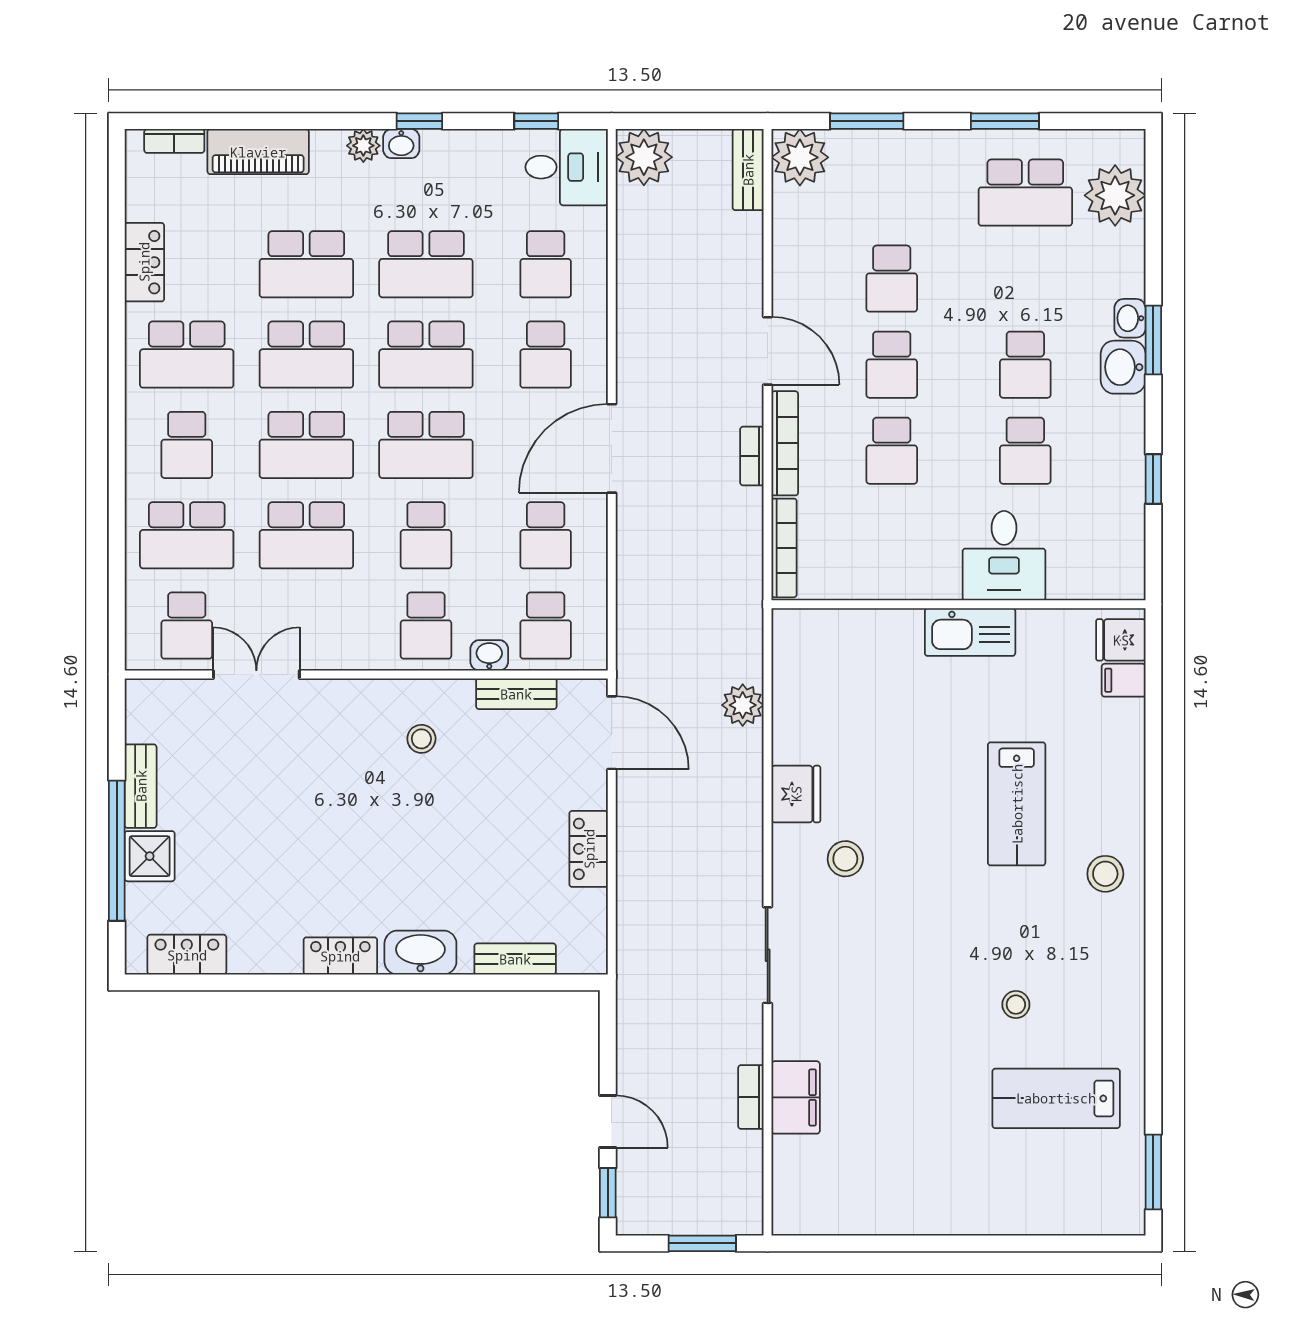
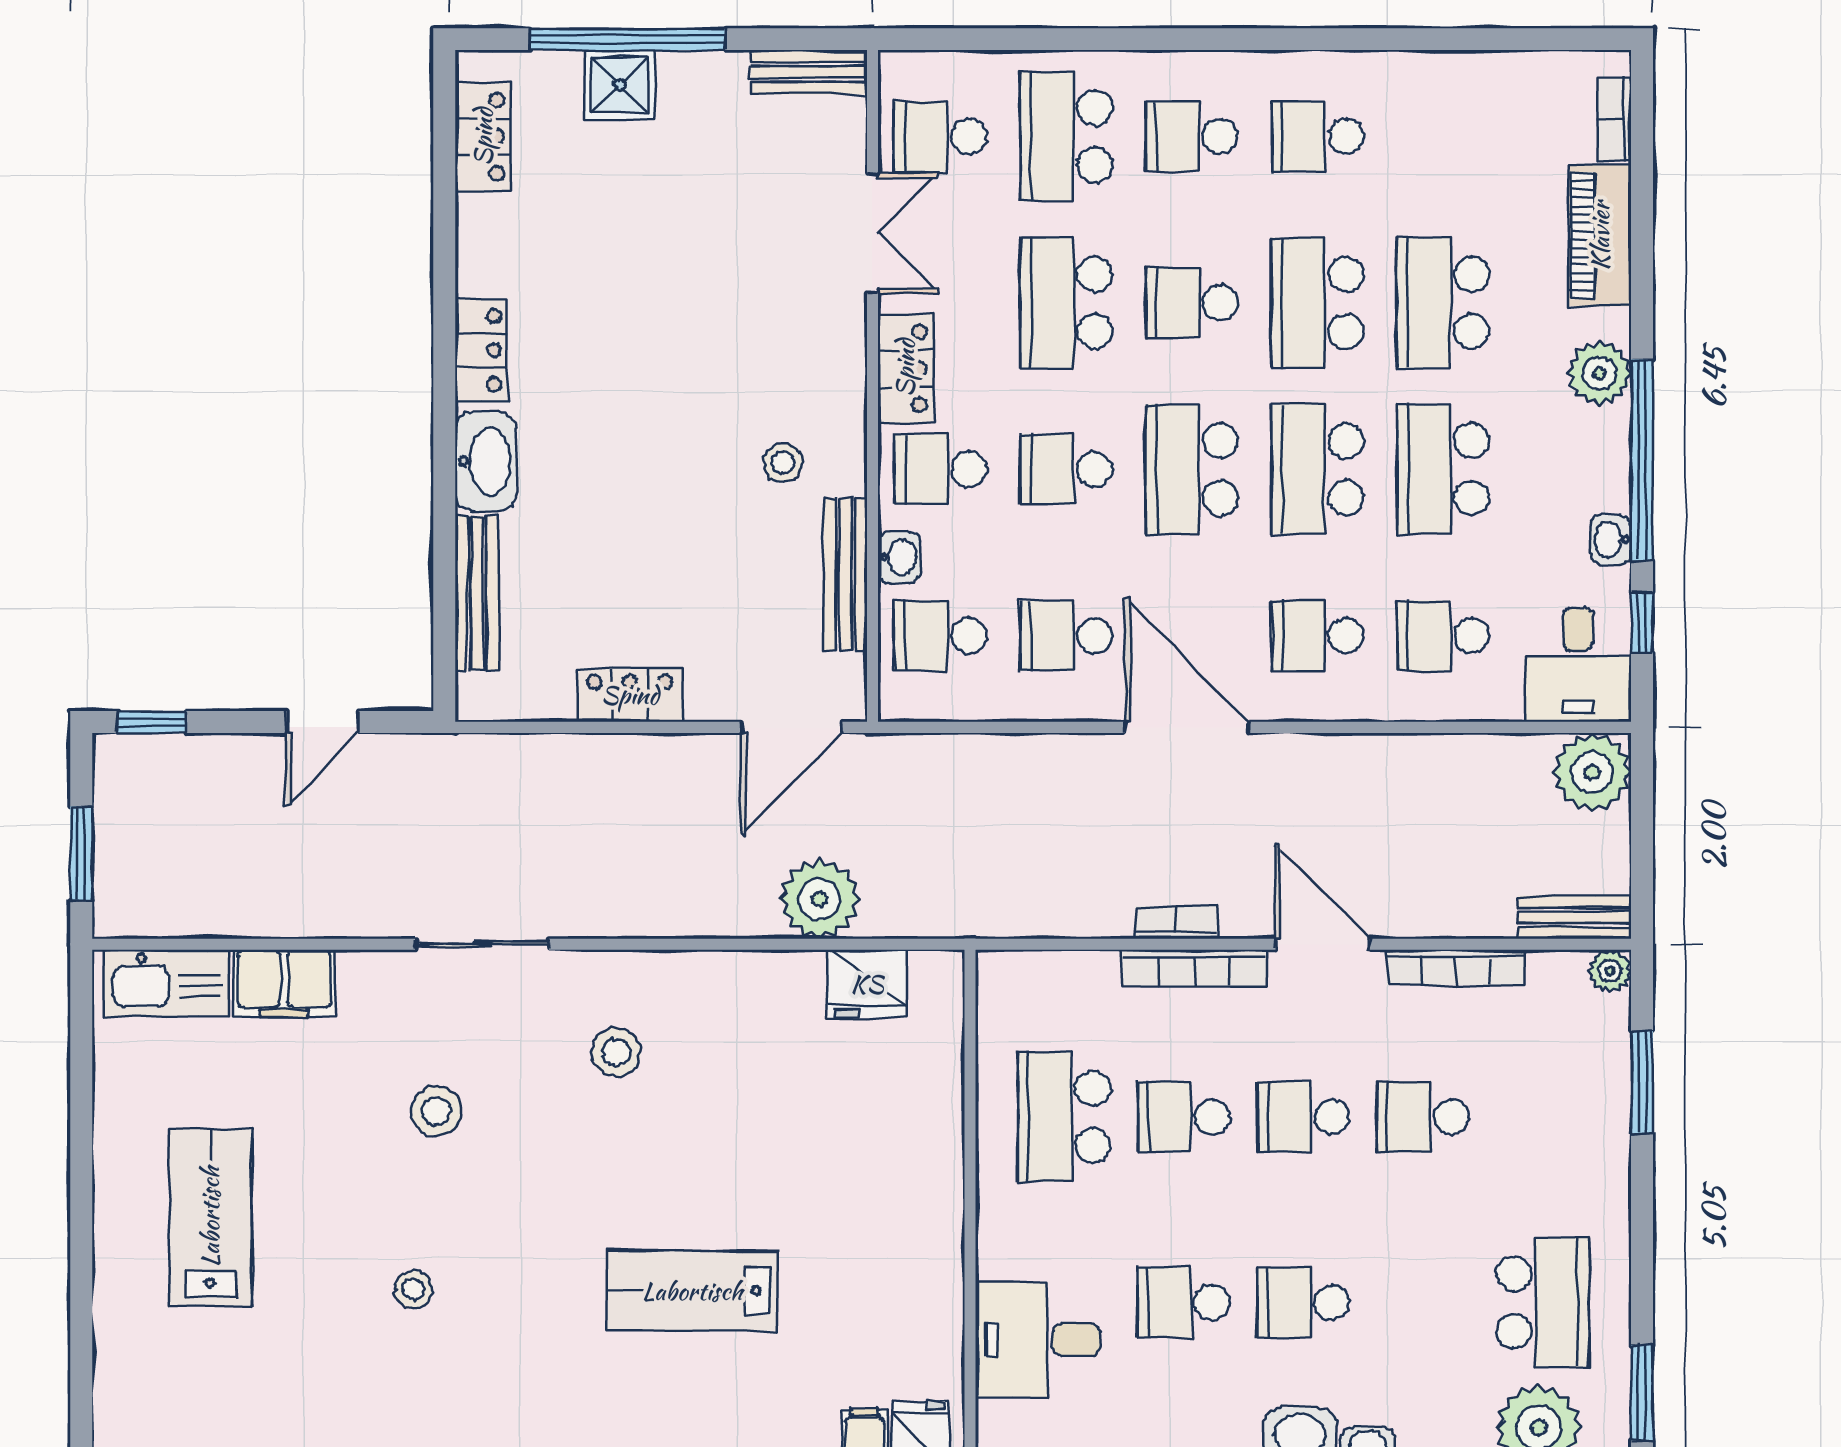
window: (419, 121) -> (1642, 460), width x3.17
window: (1005, 121) -> (1642, 1393), moved
washbasin: (401, 144) -> (1611, 540), moved
plant: (363, 146) -> (1599, 373), width x1.38, depth x1.38
plant: (800, 157) -> (1610, 971), width x0.53, depth x0.53
school desk: (1025, 193) -> (1543, 1303), turned 180
locker: (144, 262) -> (905, 368), moved, turned -90
door: (768, 351) -> (1323, 944), swing flipped
school desk: (187, 355) -> (1317, 136), width x0.54
school desk: (306, 445) -> (1192, 303), width x0.54
school desk: (892, 537) -> (1064, 1117), added
bookcase: (784, 548) -> (1455, 967), moved
desk: (1004, 556) -> (1038, 1340), moved
kitchen sink: (970, 632) -> (166, 983), moved, turned -90
bench: (516, 694) -> (846, 574), width x1.36
plant: (743, 705) -> (819, 899), width x1.36, depth x1.36
bench: (141, 786) -> (809, 72), moved
fridge: (796, 794) -> (867, 984), moved
stool: (1105, 874) -> (436, 1111), moved
bench: (515, 959) -> (477, 593), width x1.36
bookcase: (751, 1097) -> (285, 921), removed
lab bench: (1056, 1098) -> (210, 1217), moved
door: (608, 1122) -> (323, 722), moved

